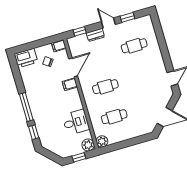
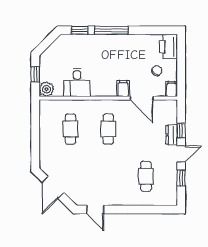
window: (80, 31) -> (181, 130), moved
plant: (102, 141) -> (46, 106), removed

